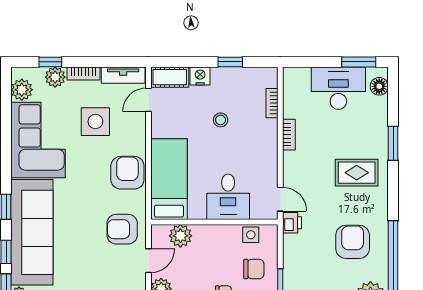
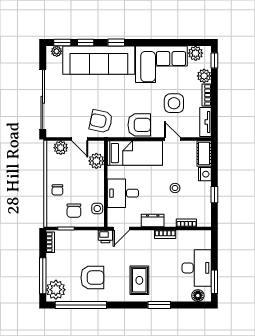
window: (50, 62) -> (214, 61), moved
door: (148, 100) -> (172, 139), moved
dresser: (268, 153) -> (153, 221), added
armchair: (122, 229) -> (101, 121), turned -78

